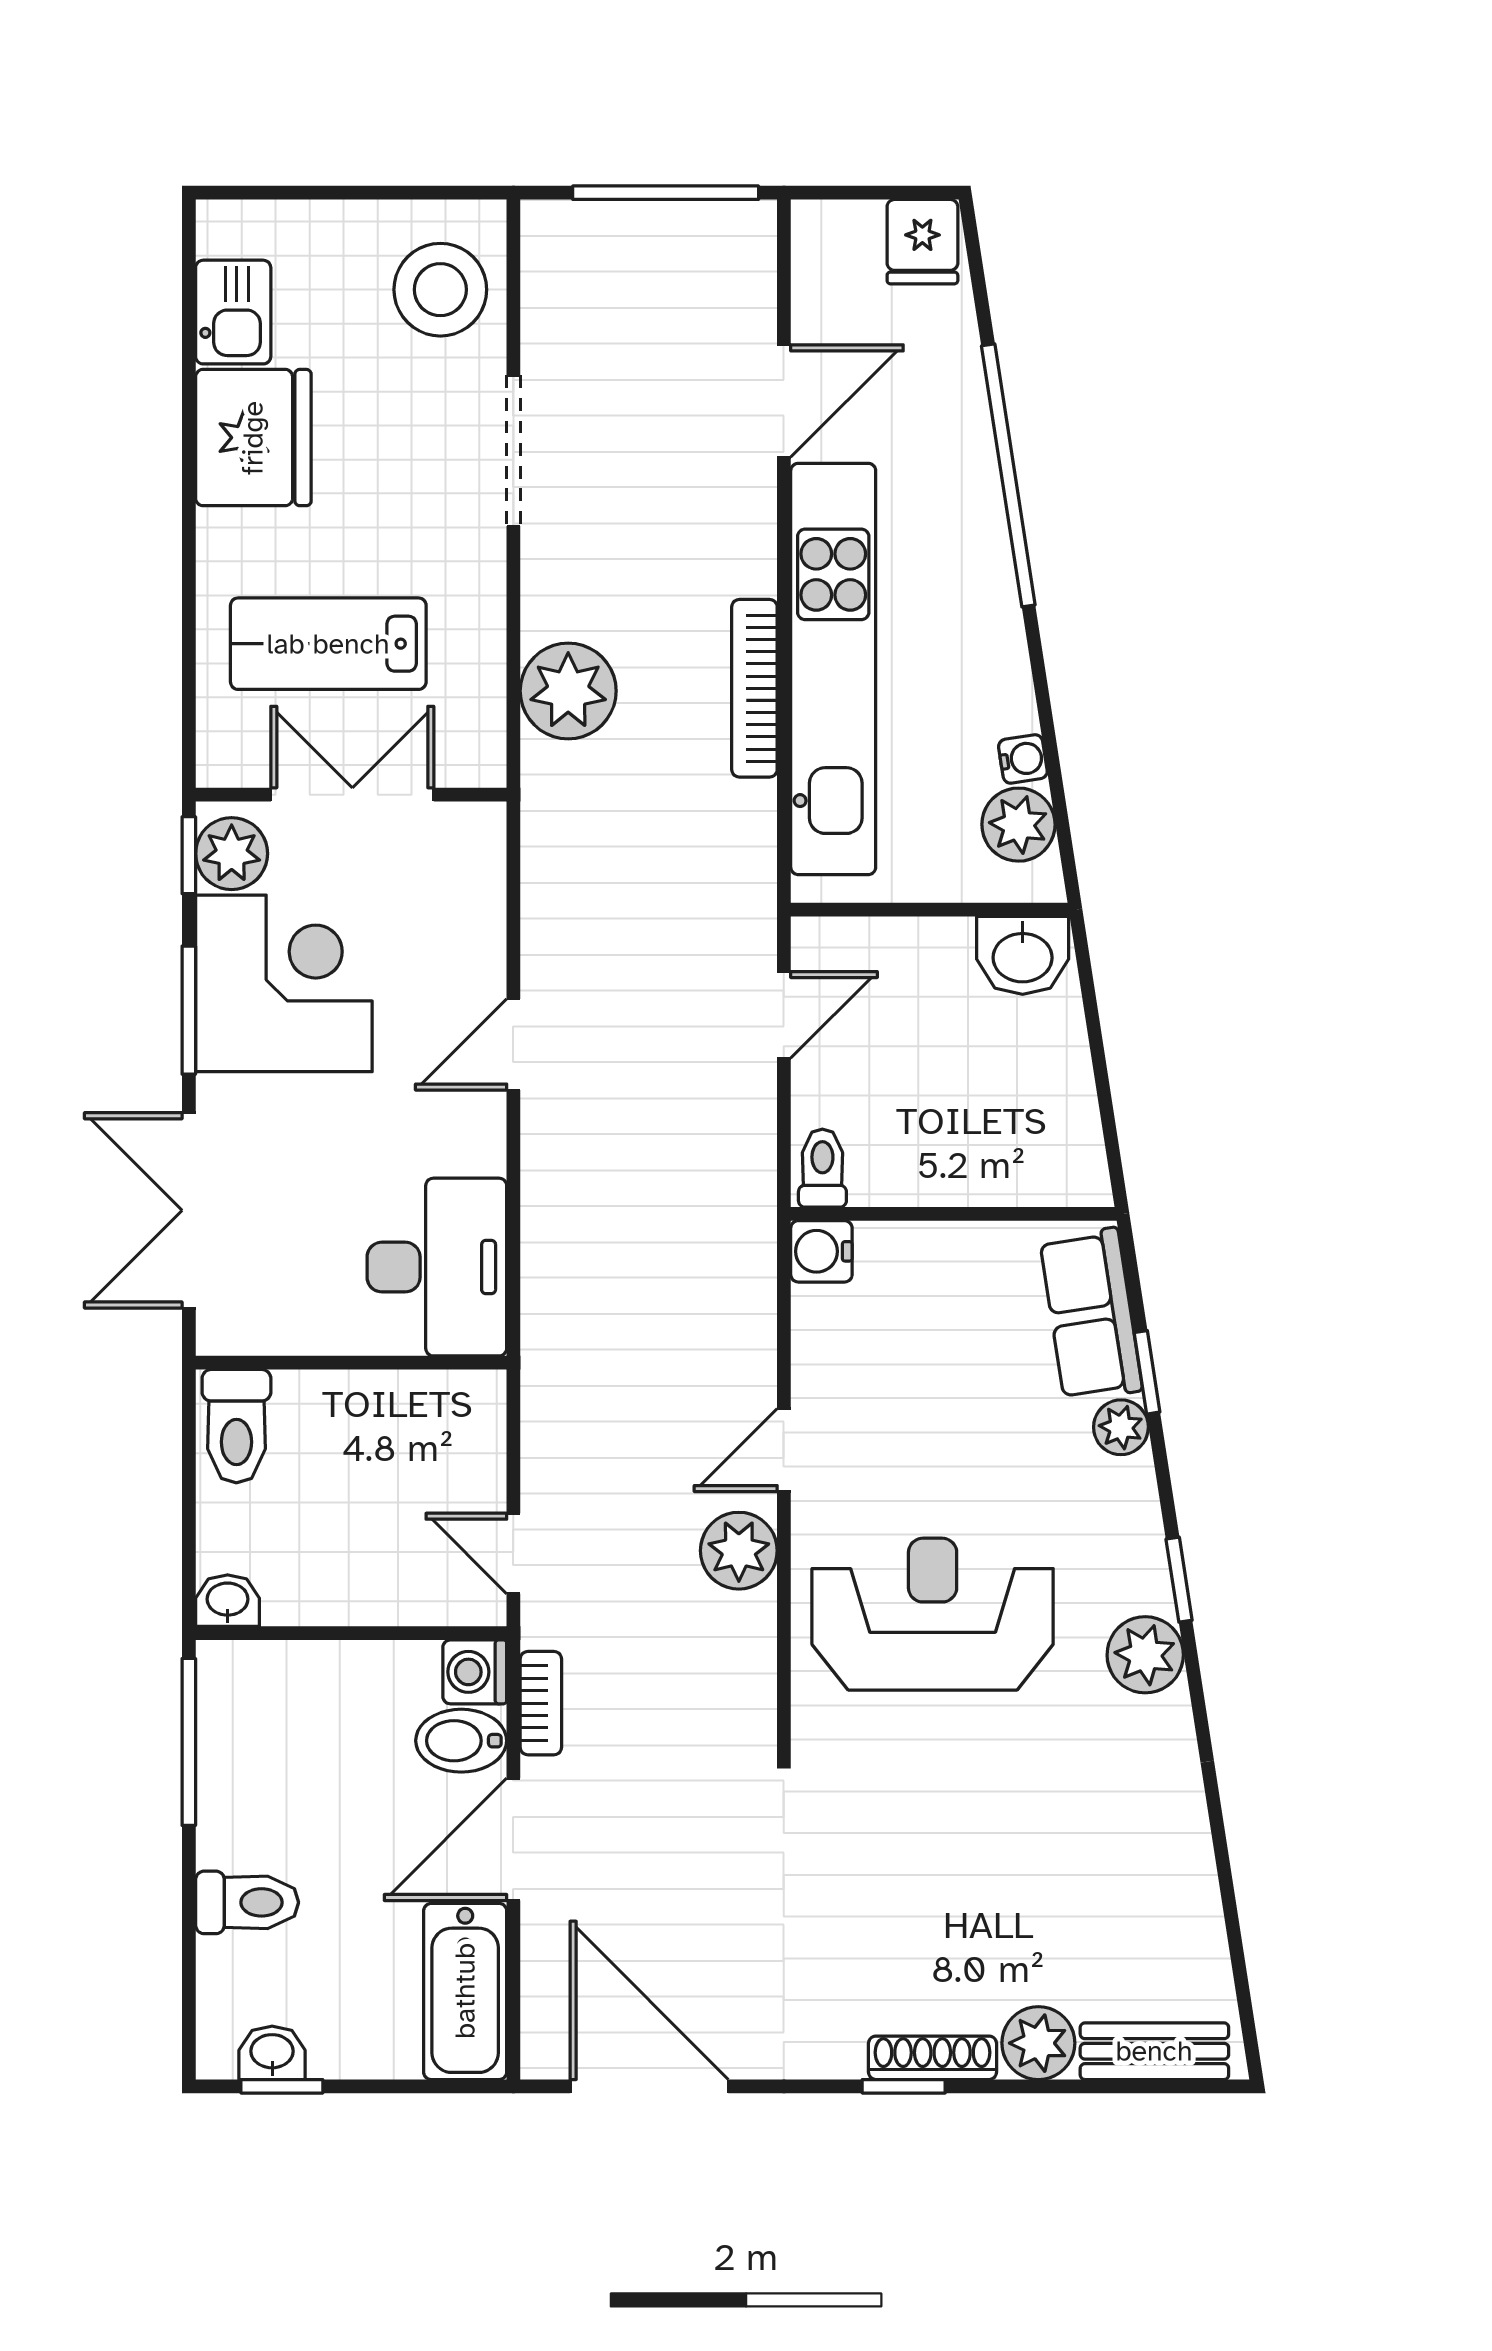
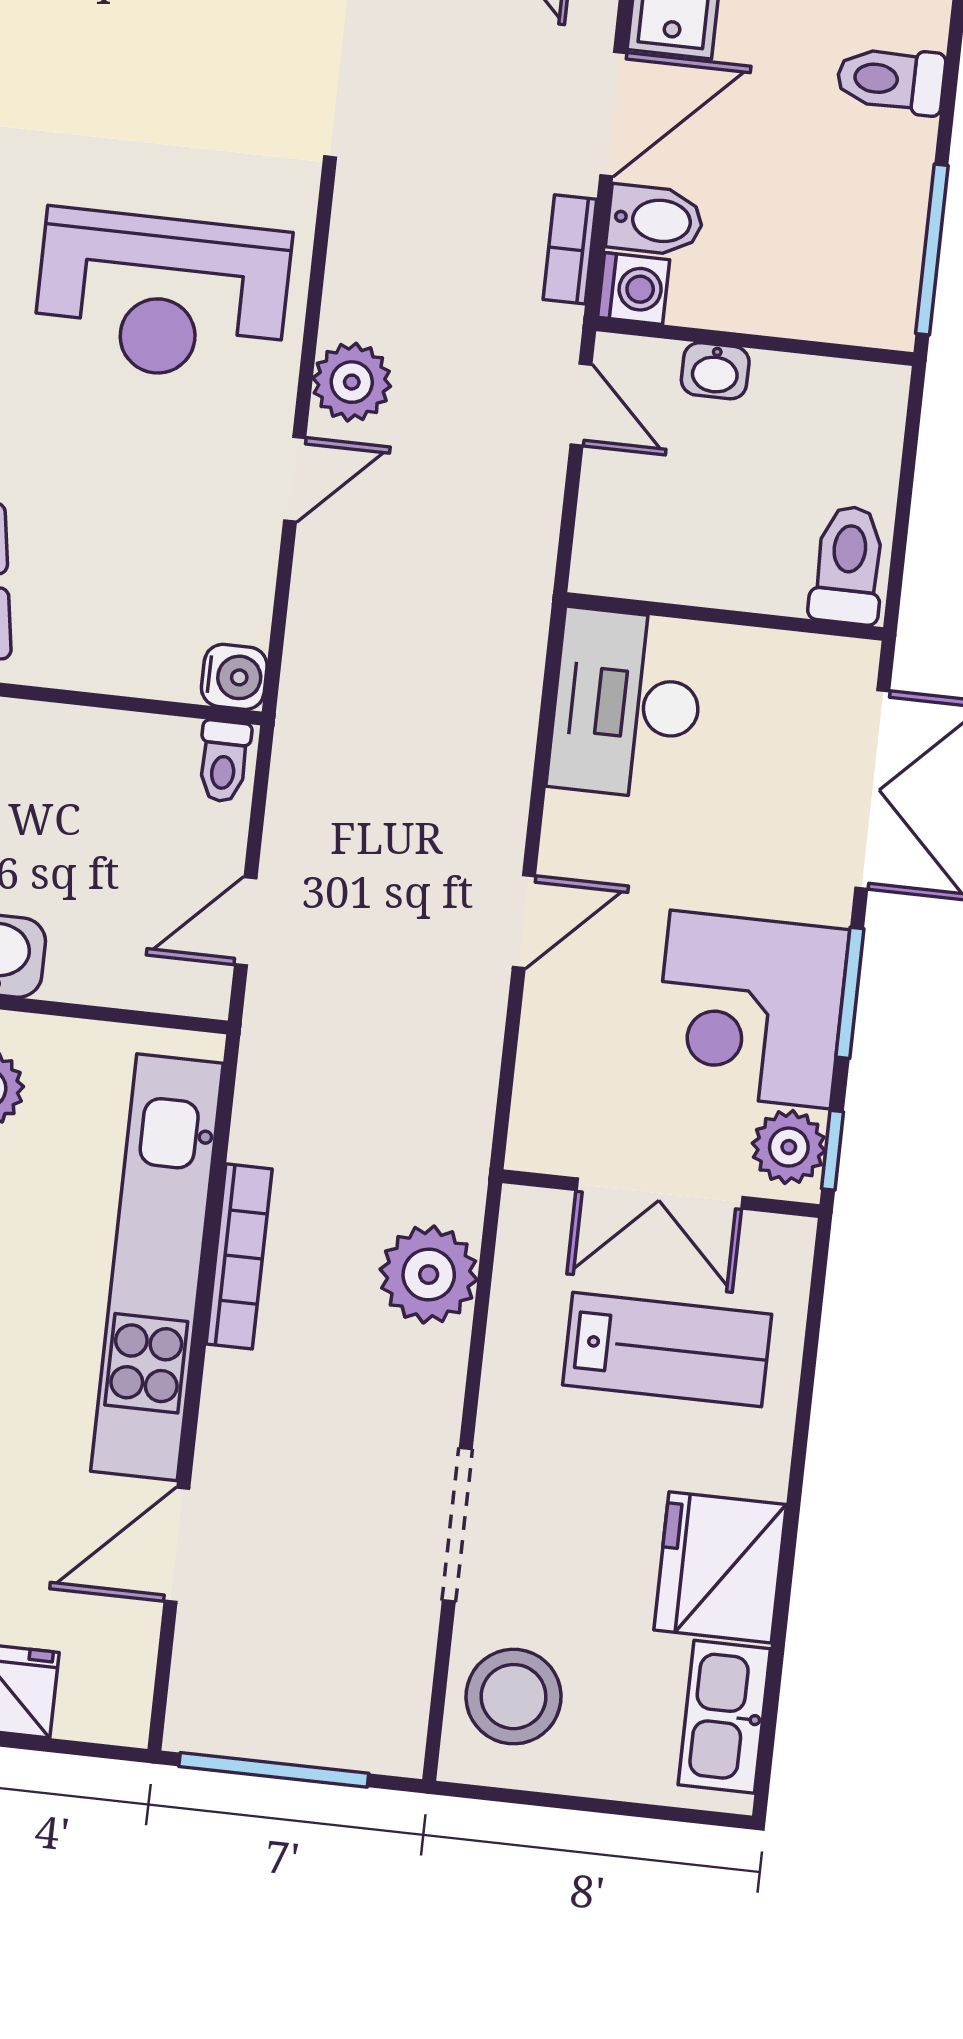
kitchen sink: (233, 312) -> (724, 1717), width x1.38
washbasin: (228, 1601) -> (715, 371), moved

